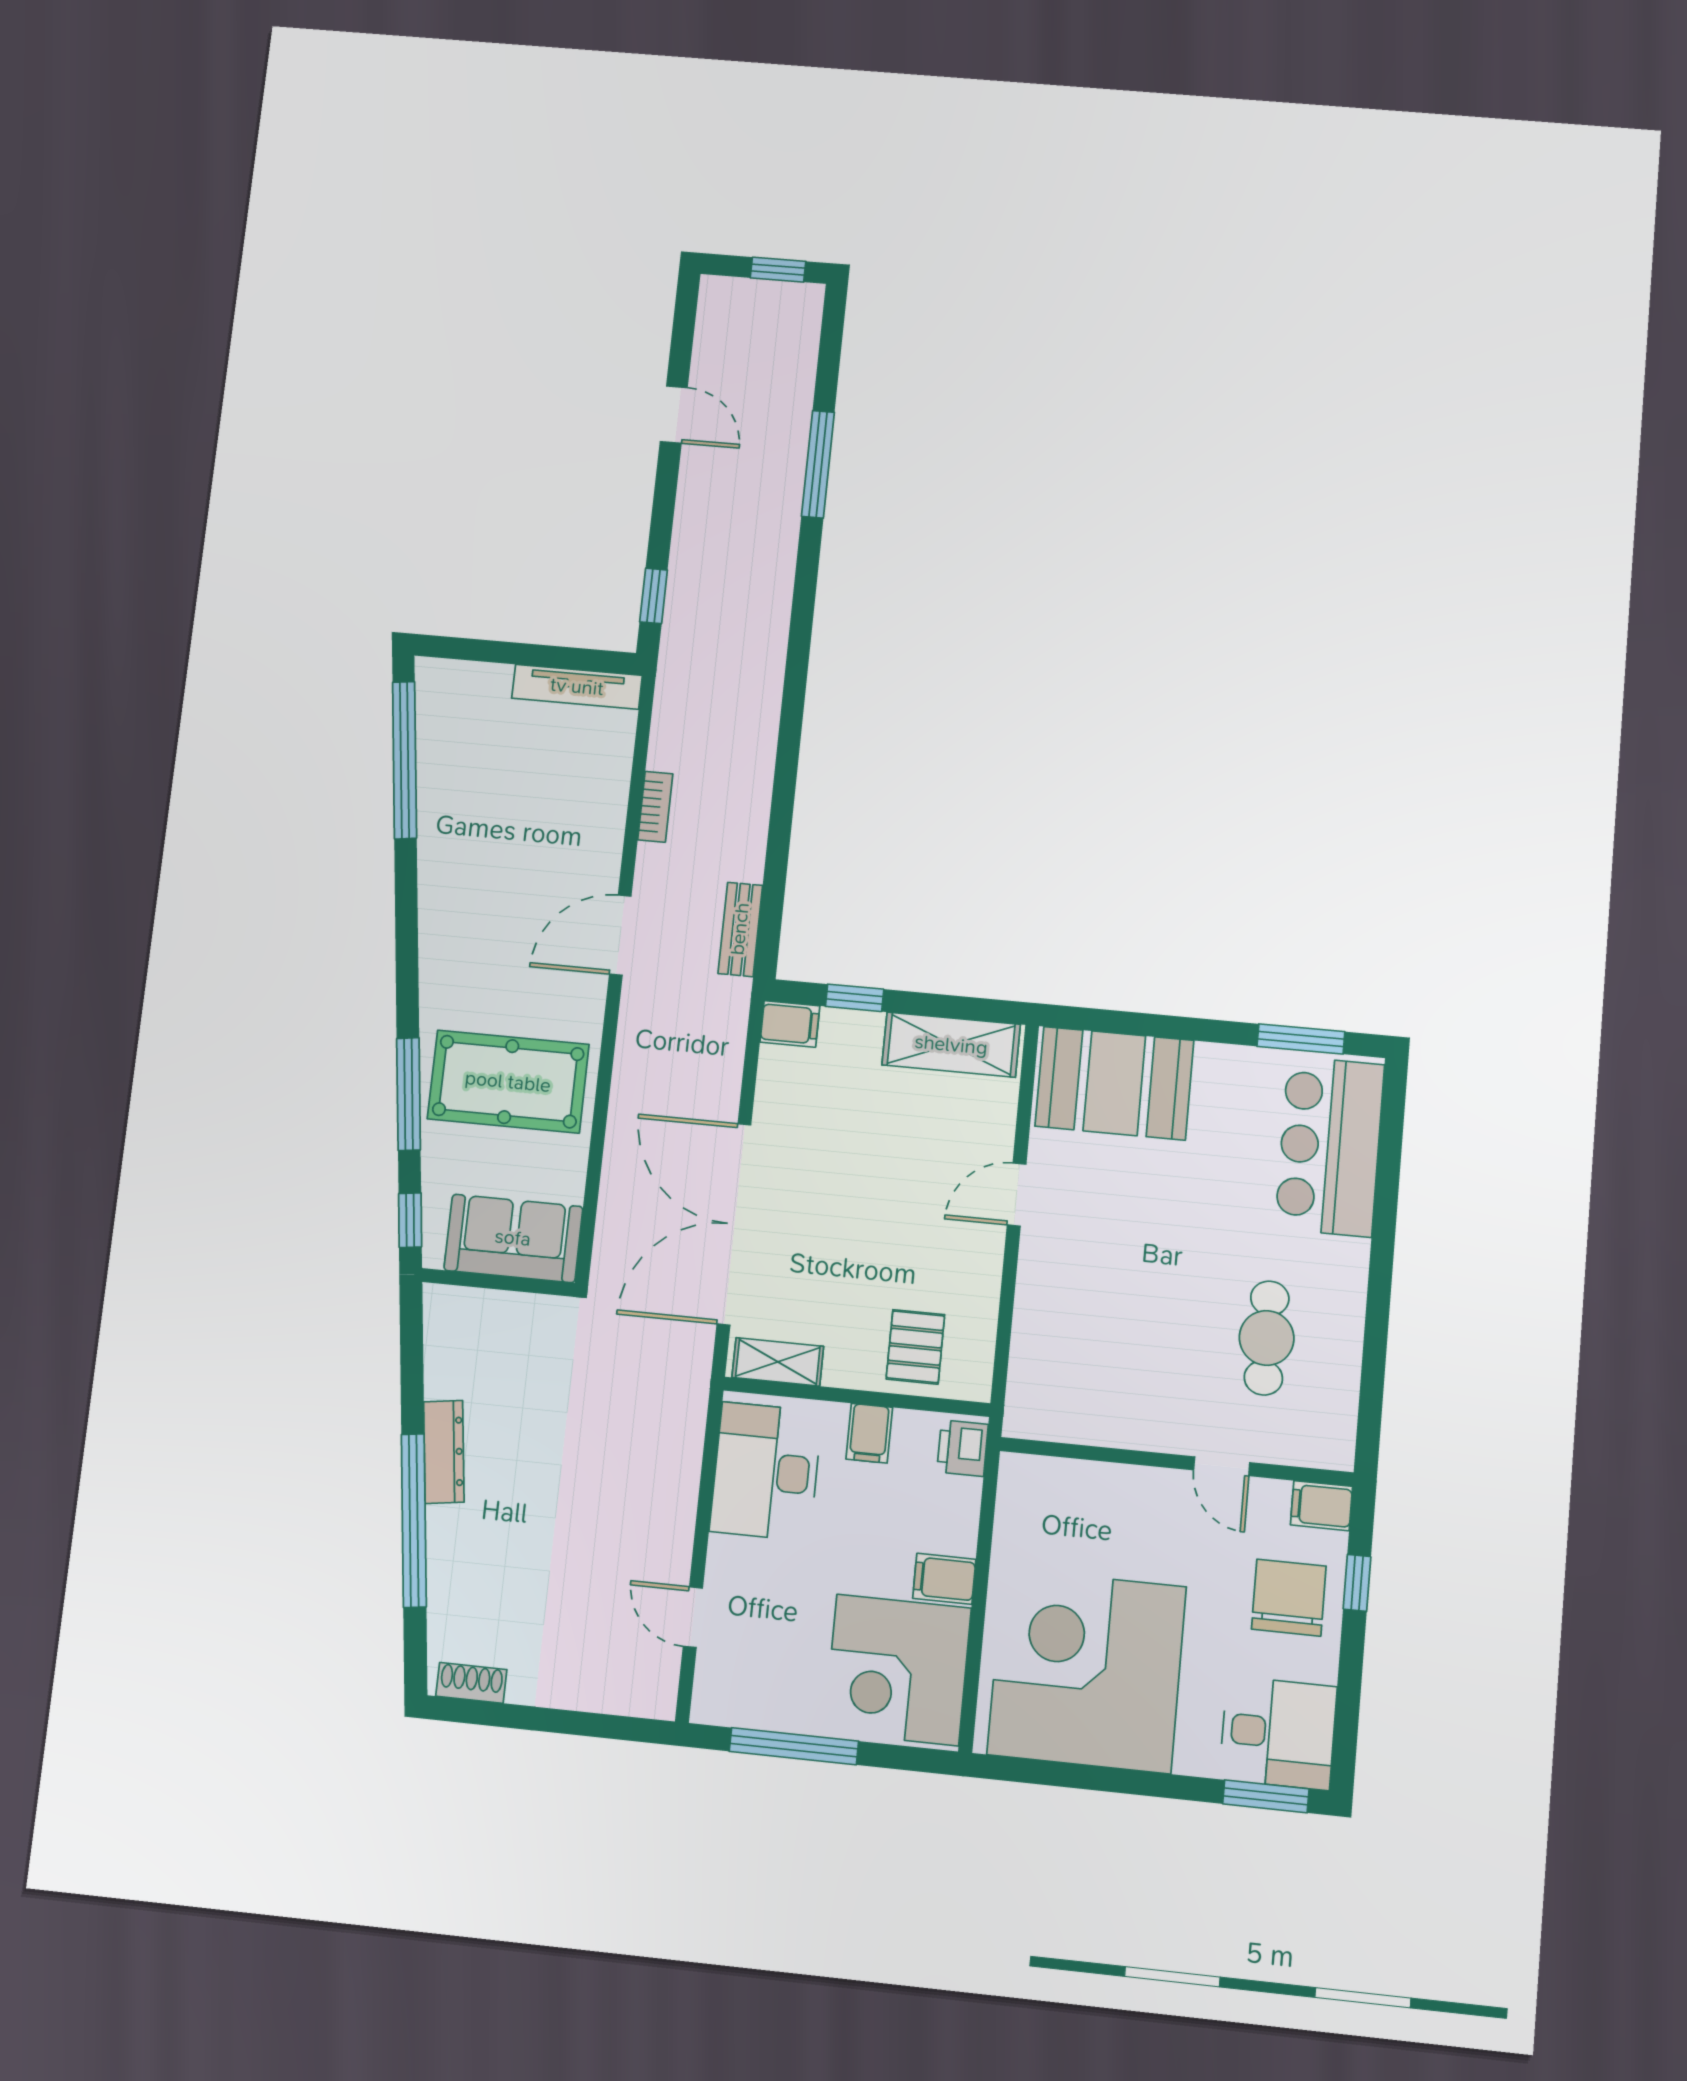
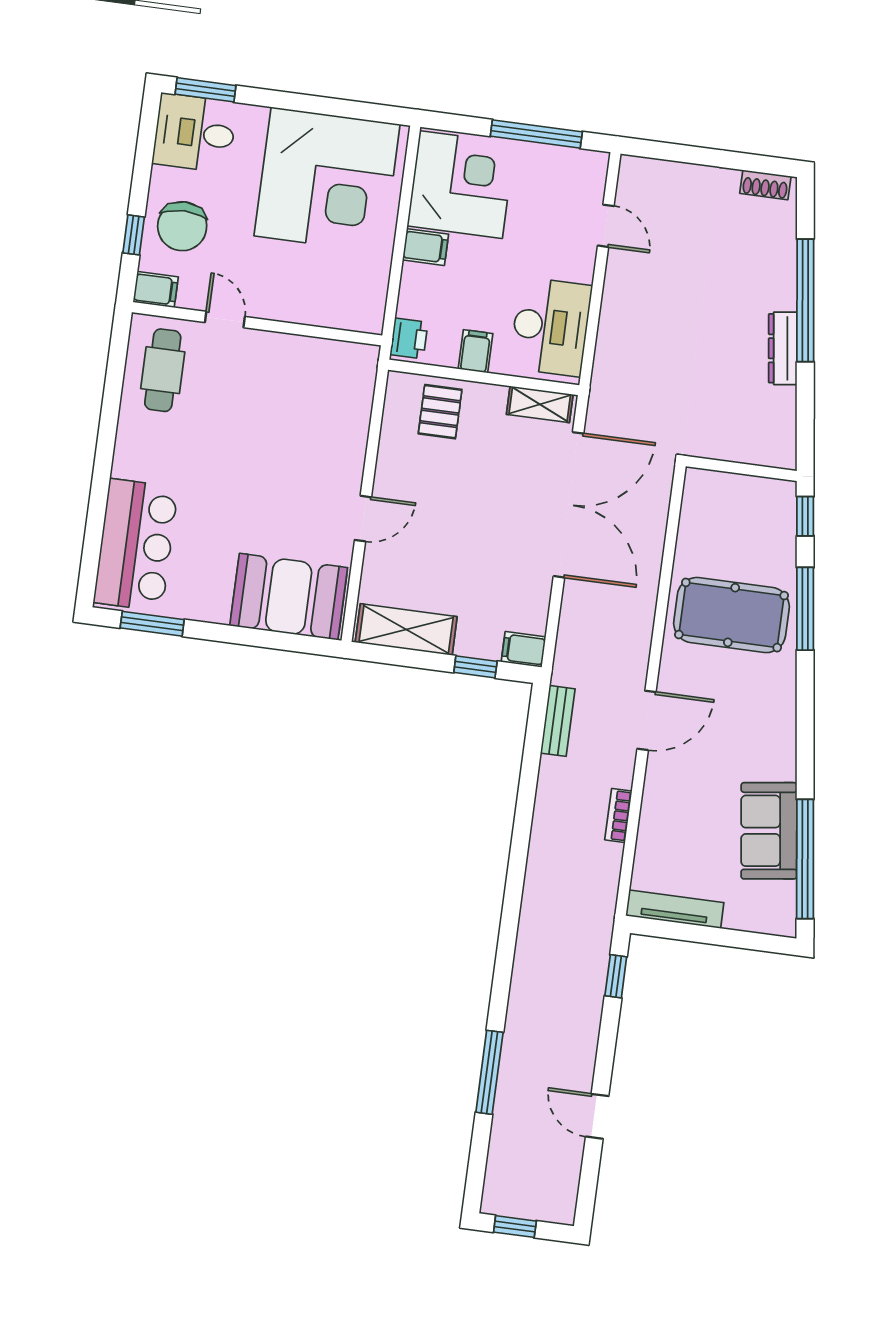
sofa: (513, 1238) -> (769, 831), moved, turned 82
cafe table: (1267, 1338) -> (163, 370), moved

